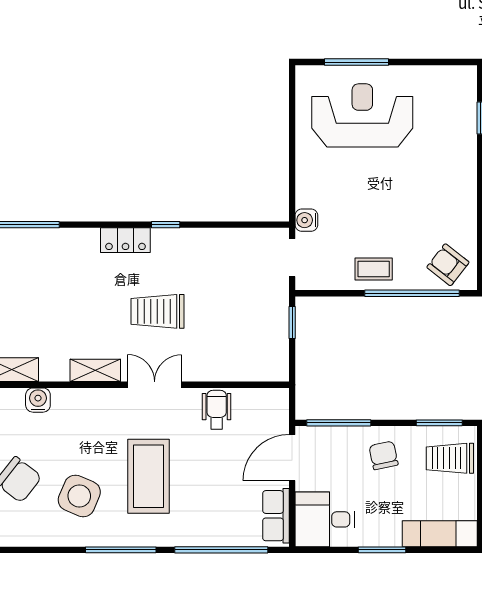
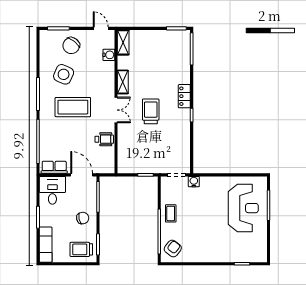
trolley: (450, 458) -> (81, 249), turned -90

